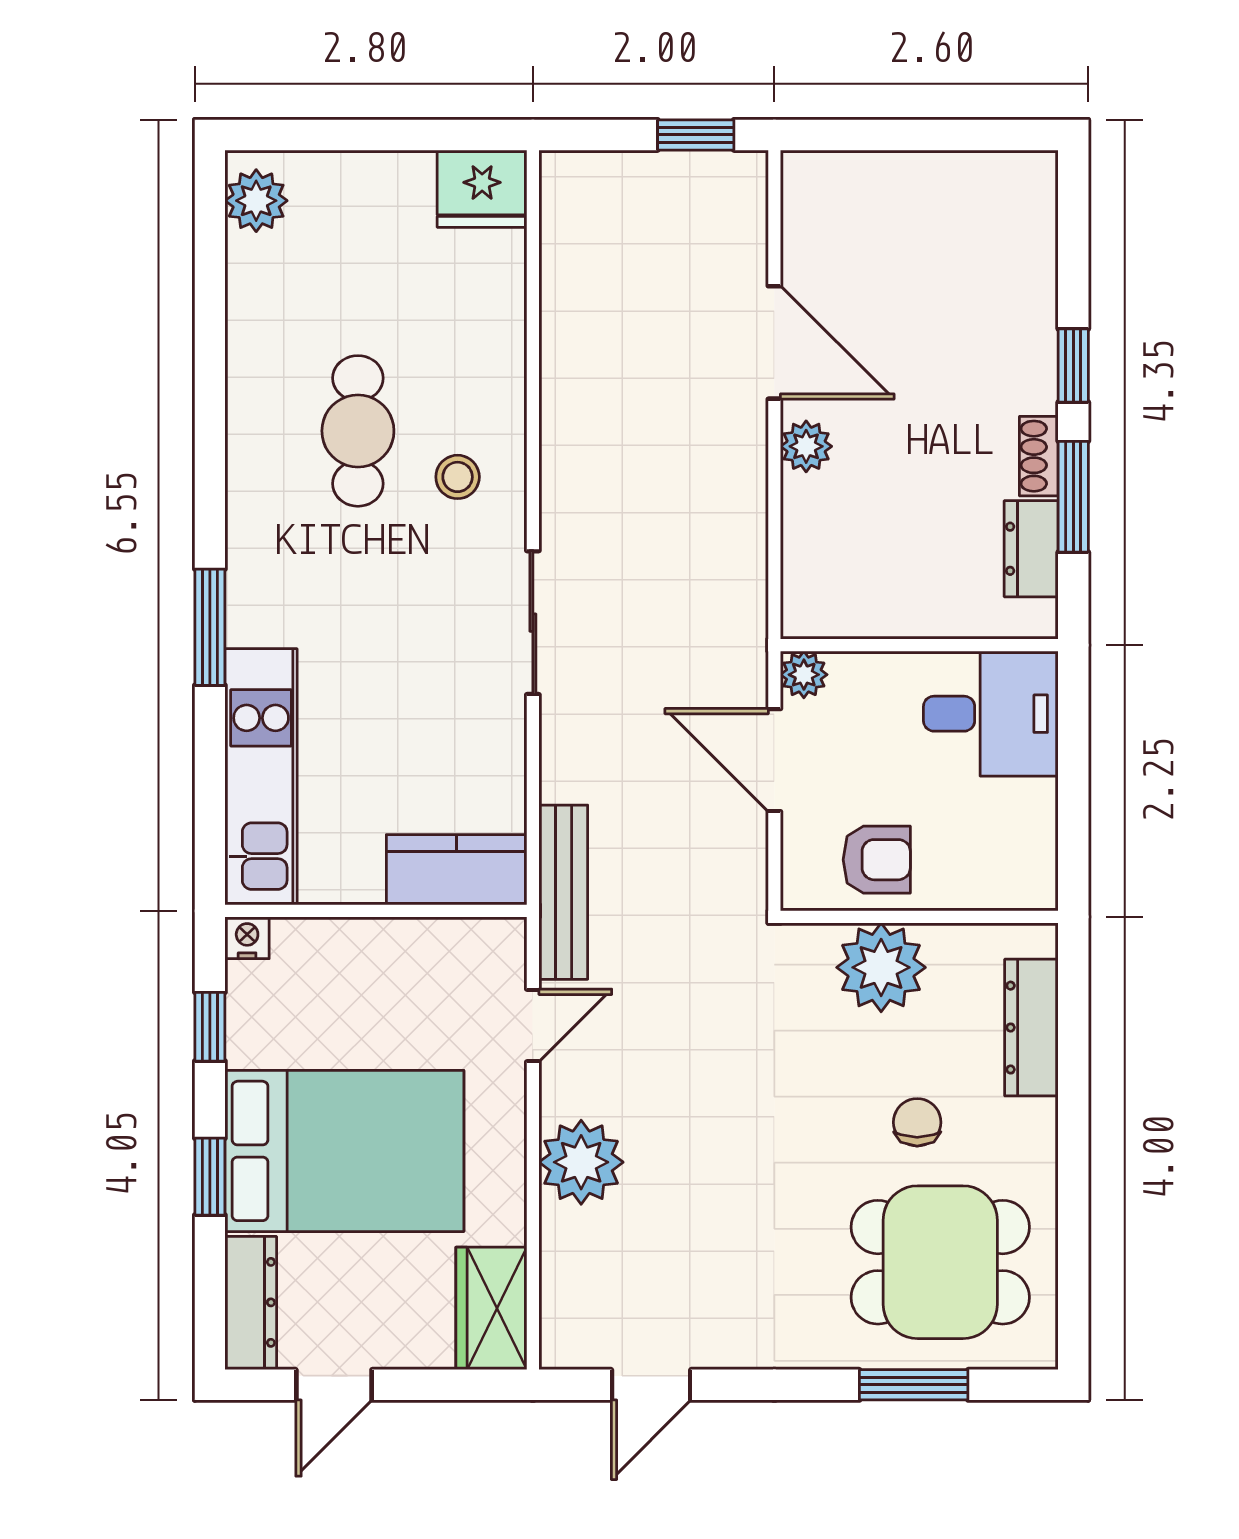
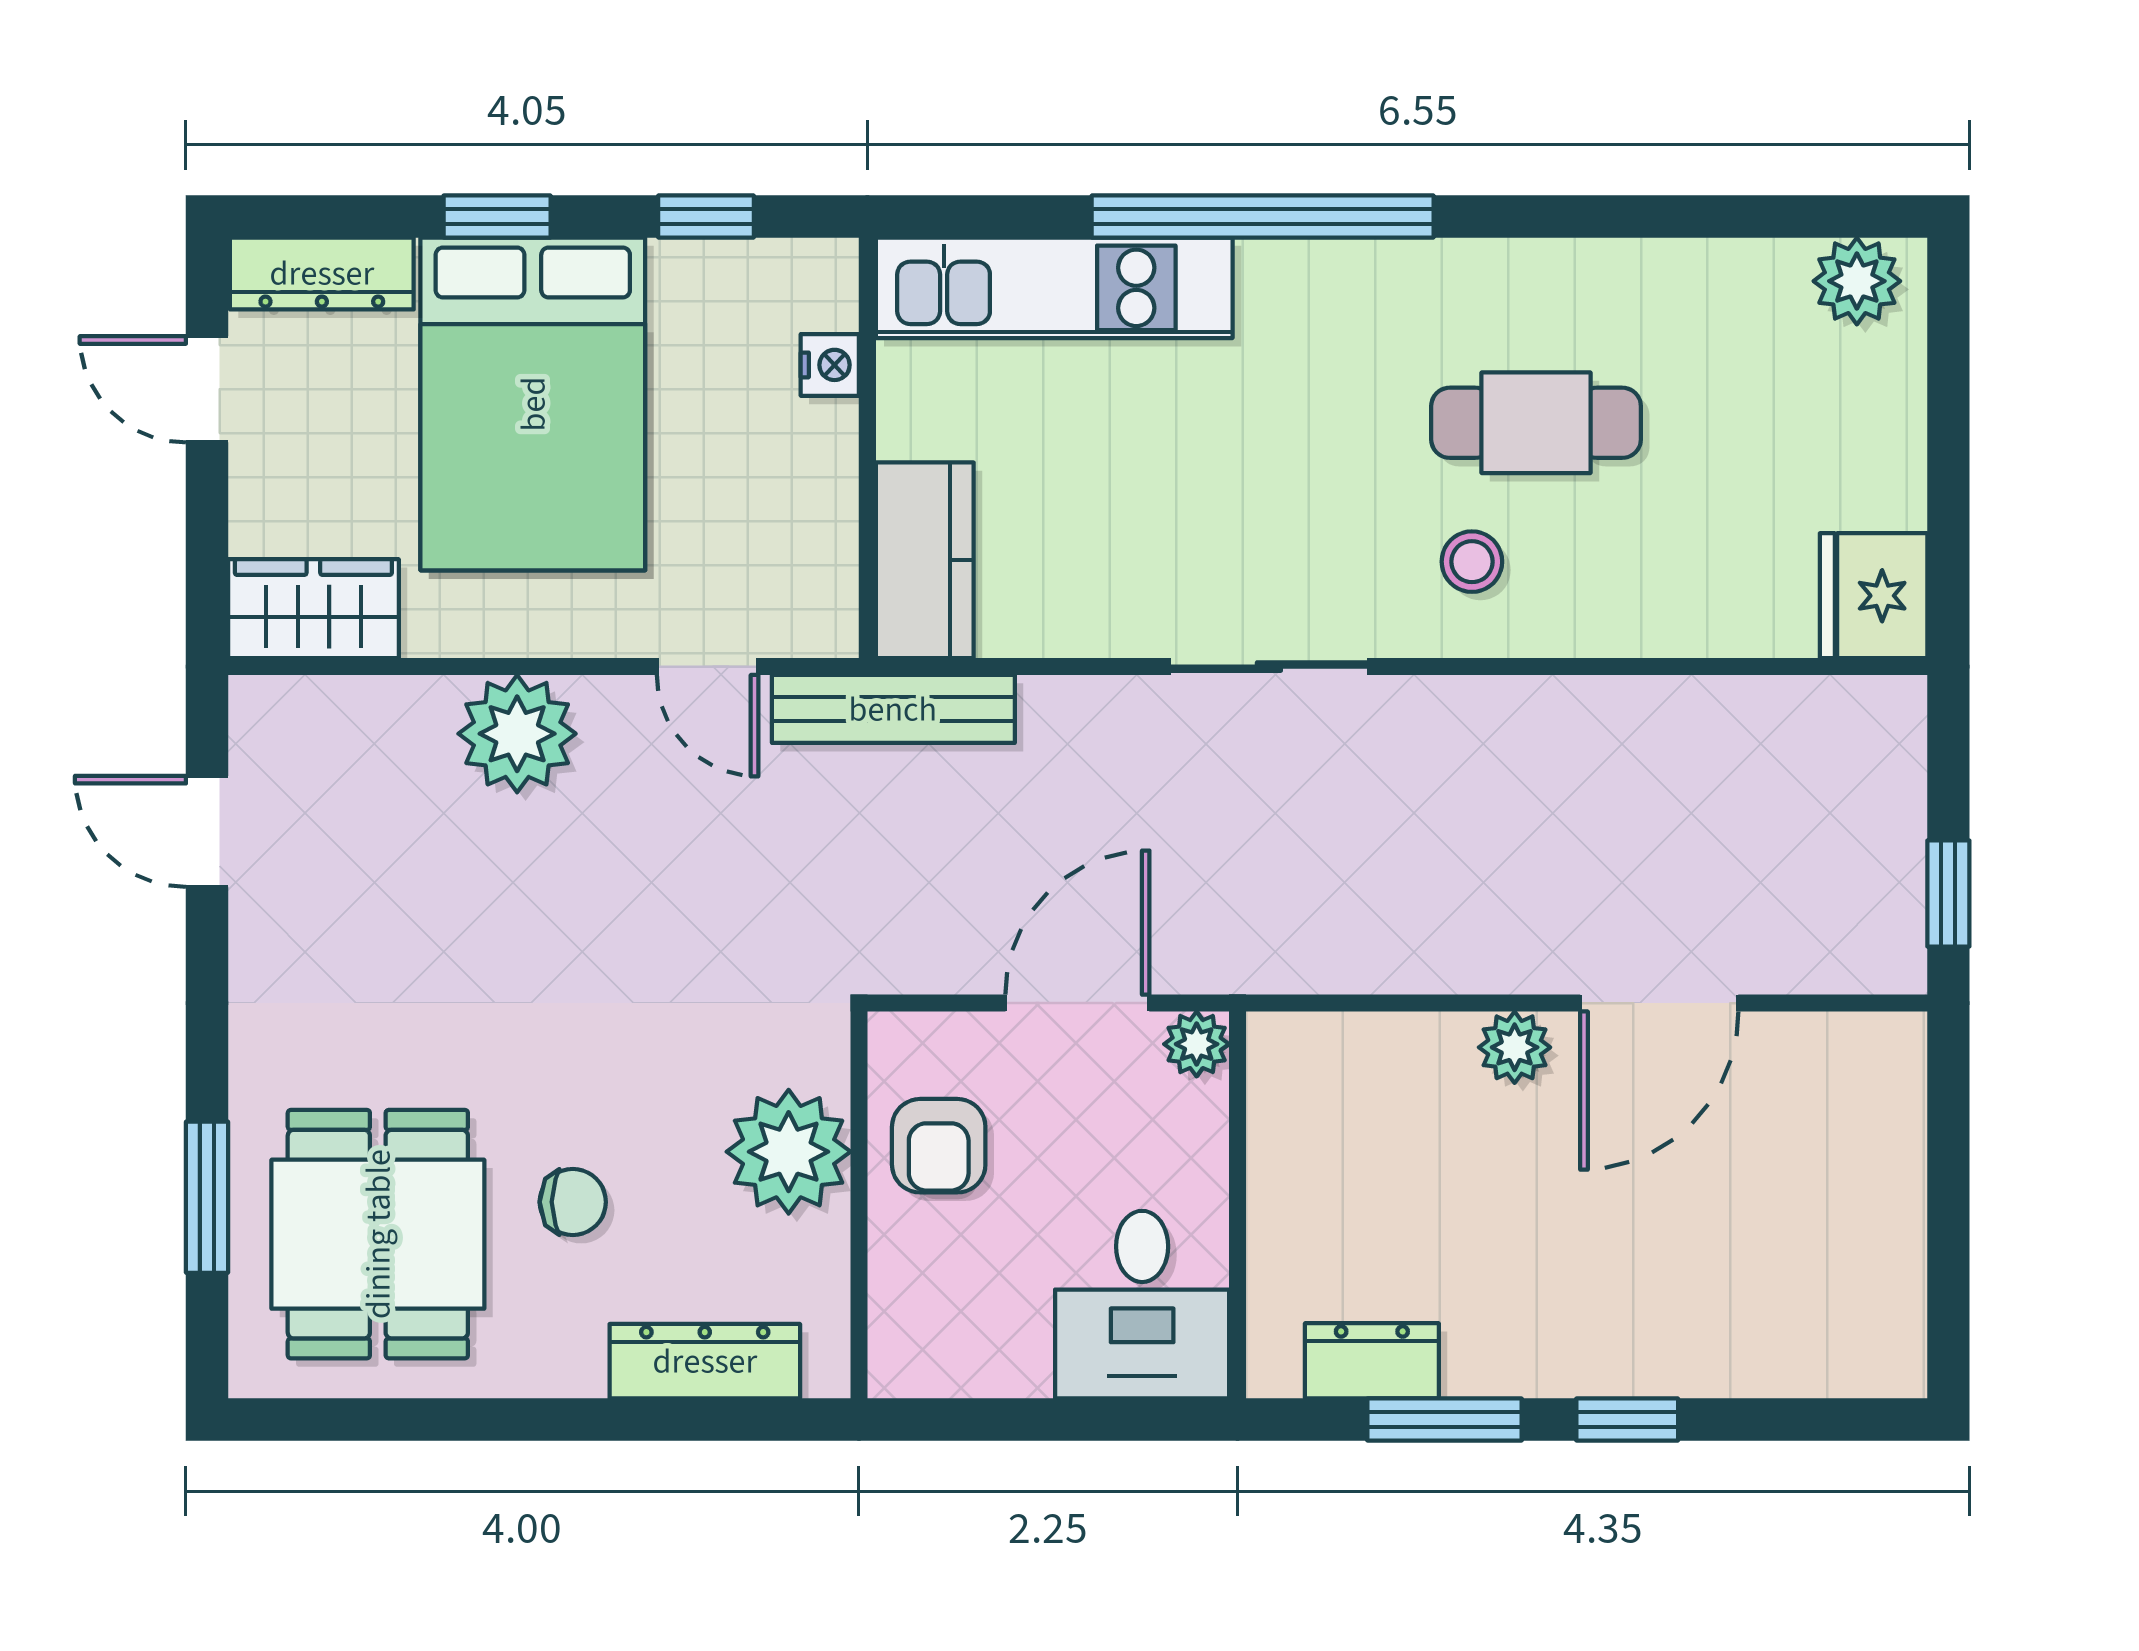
shoe rack: (1039, 456) -> (1501, 1372), removed
window: (210, 627) -> (1263, 217), width x2.11
nightstand: (247, 938) -> (830, 365), moved

